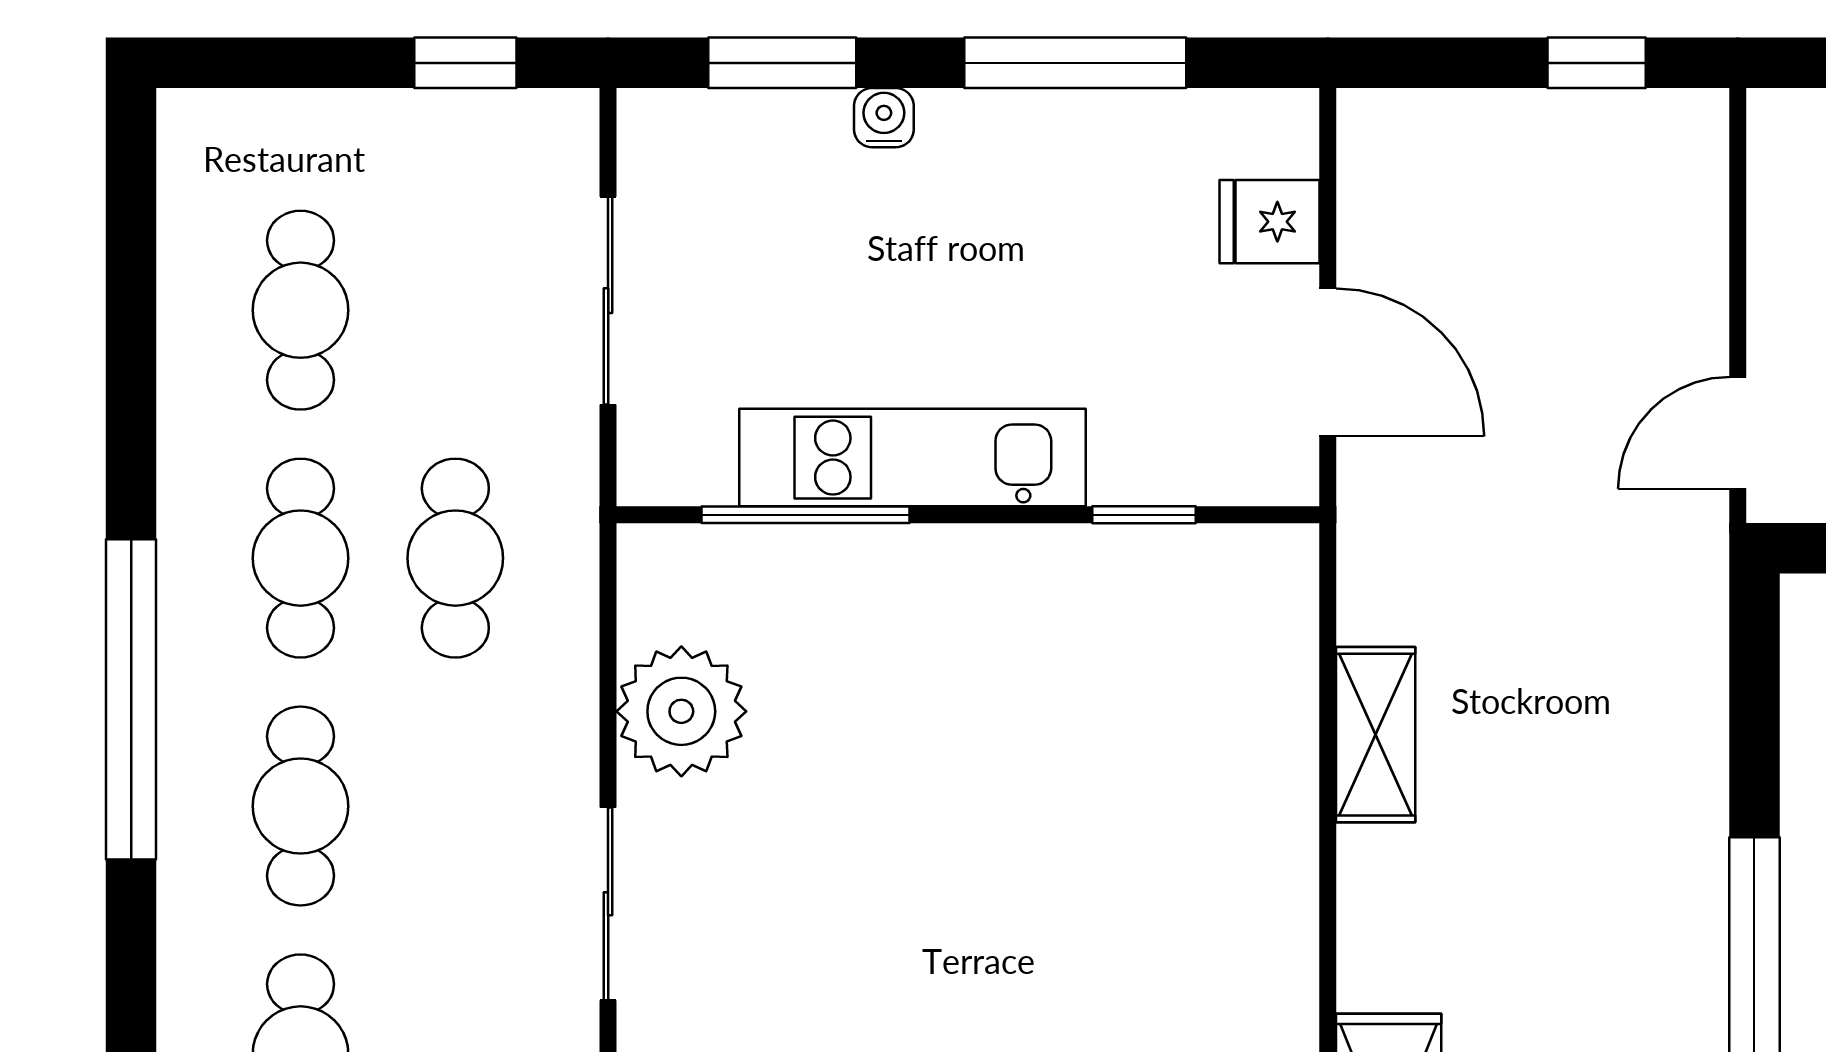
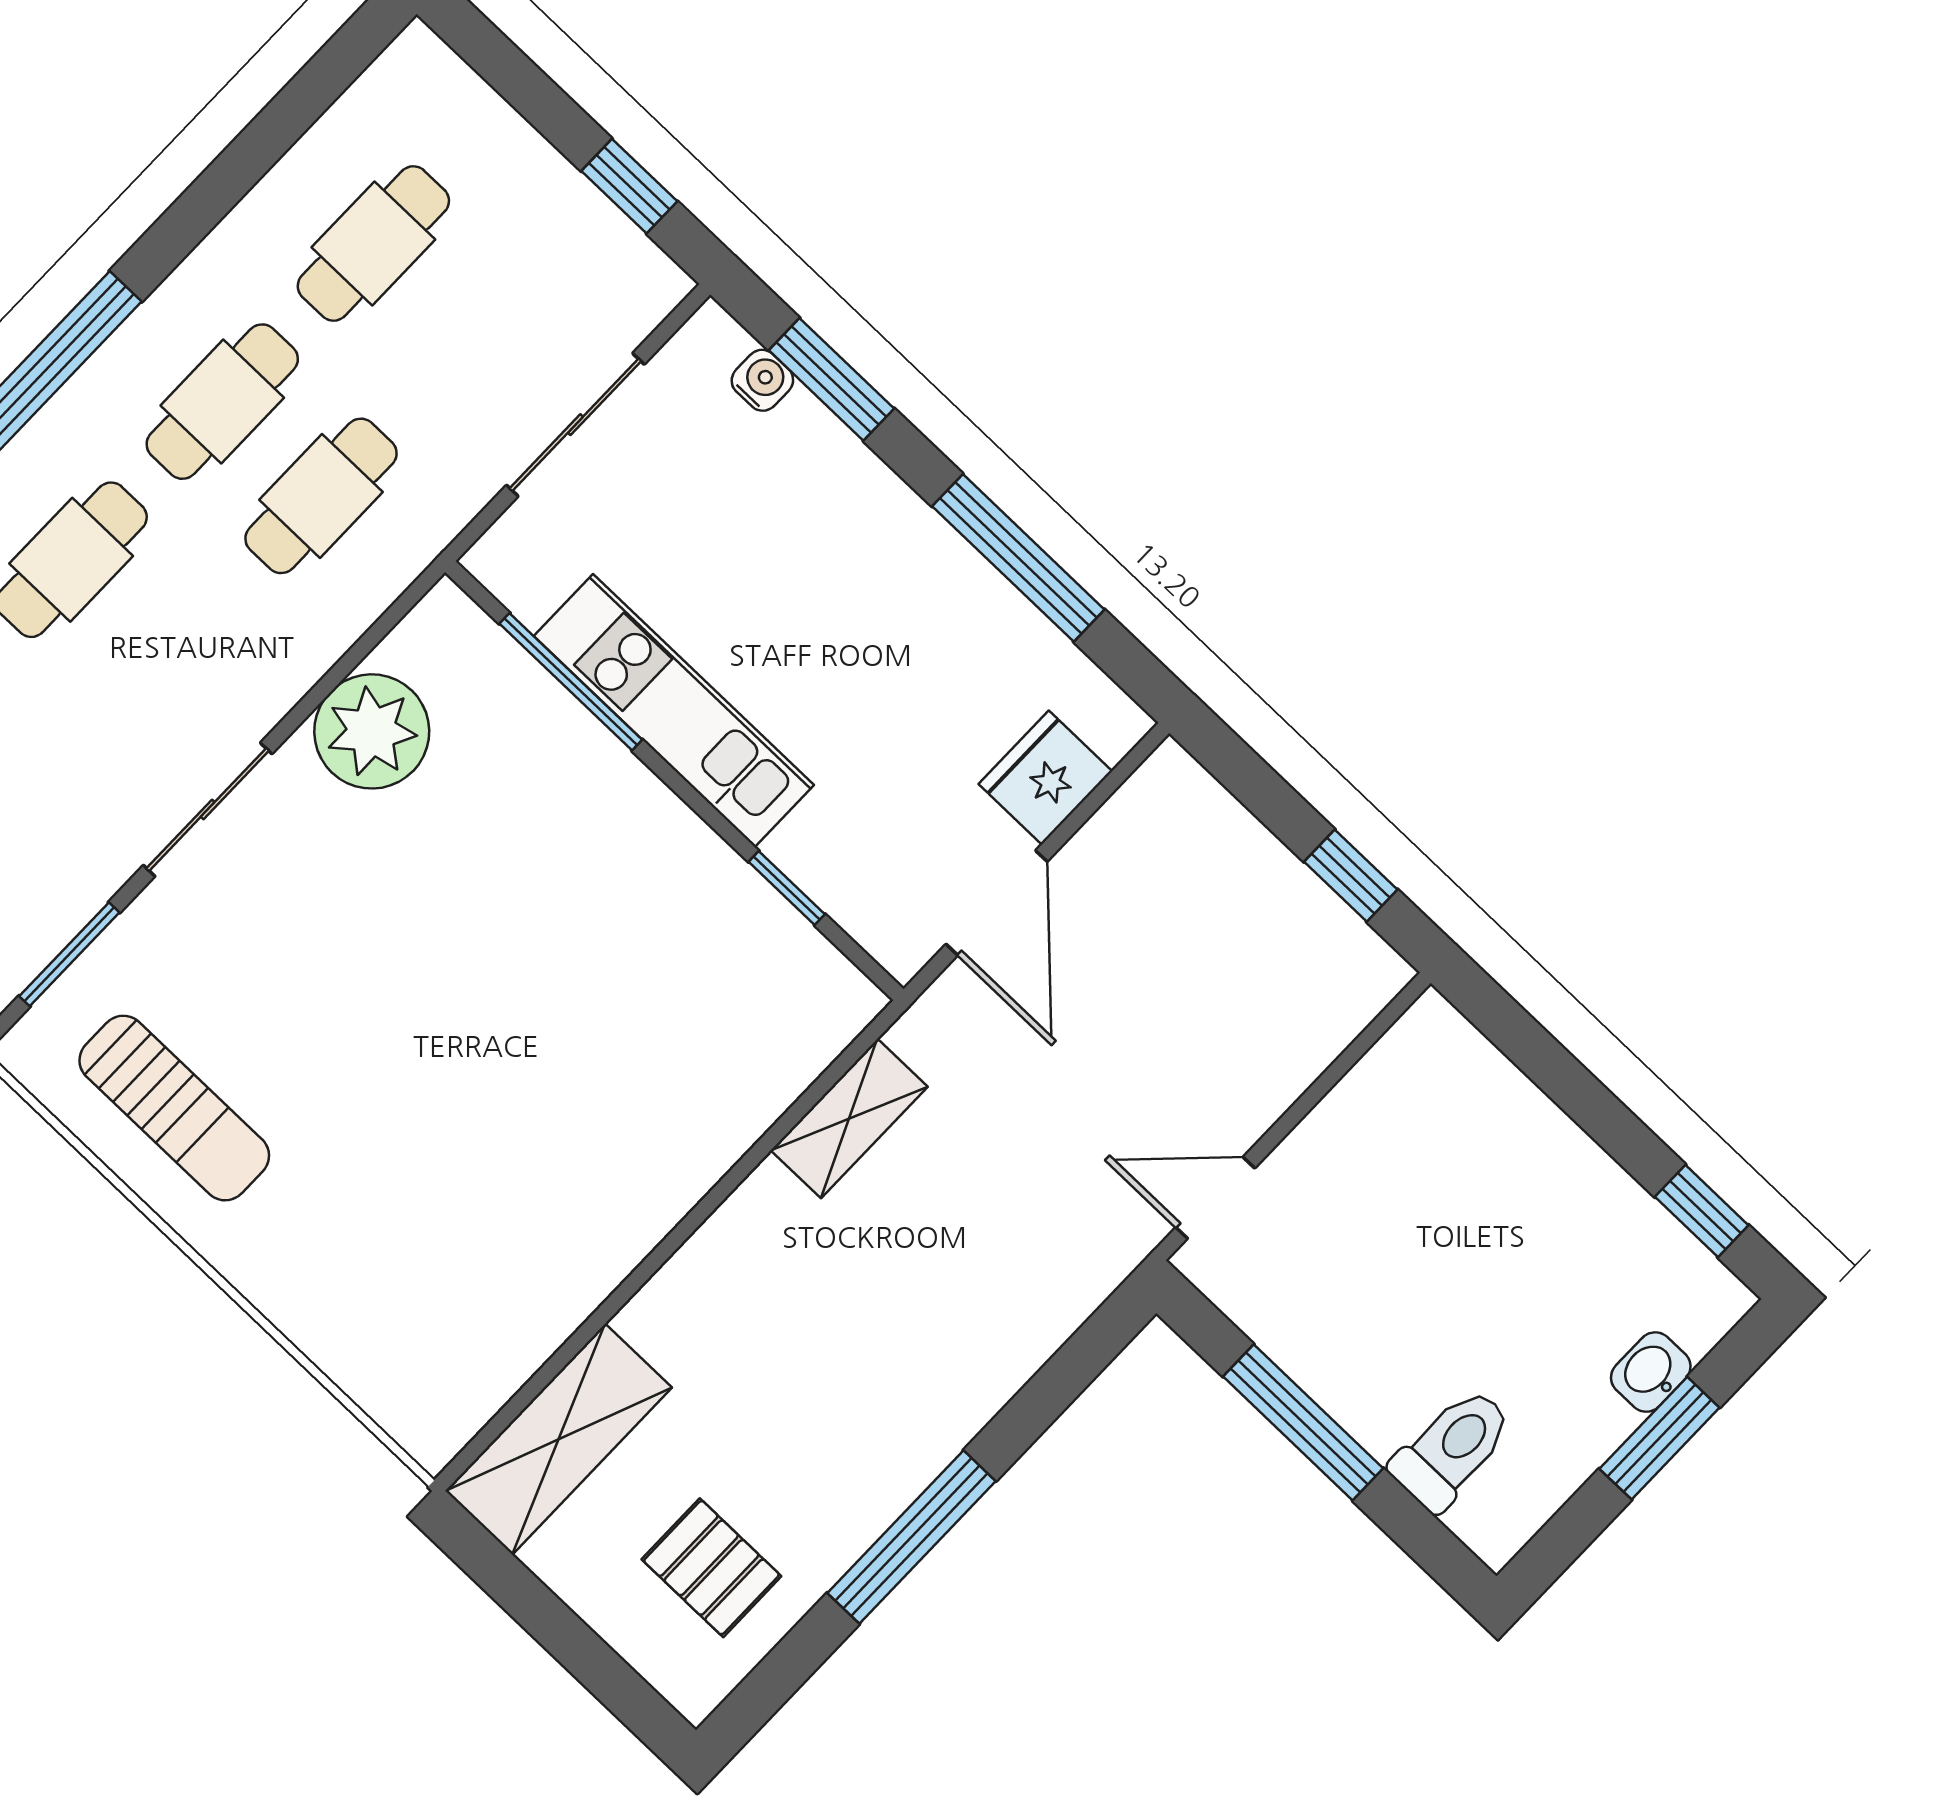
water cooler: (884, 118) -> (762, 380), moved
fridge: (1270, 222) -> (1045, 778), width x1.38
shelving: (1376, 735) -> (849, 1118), moved

